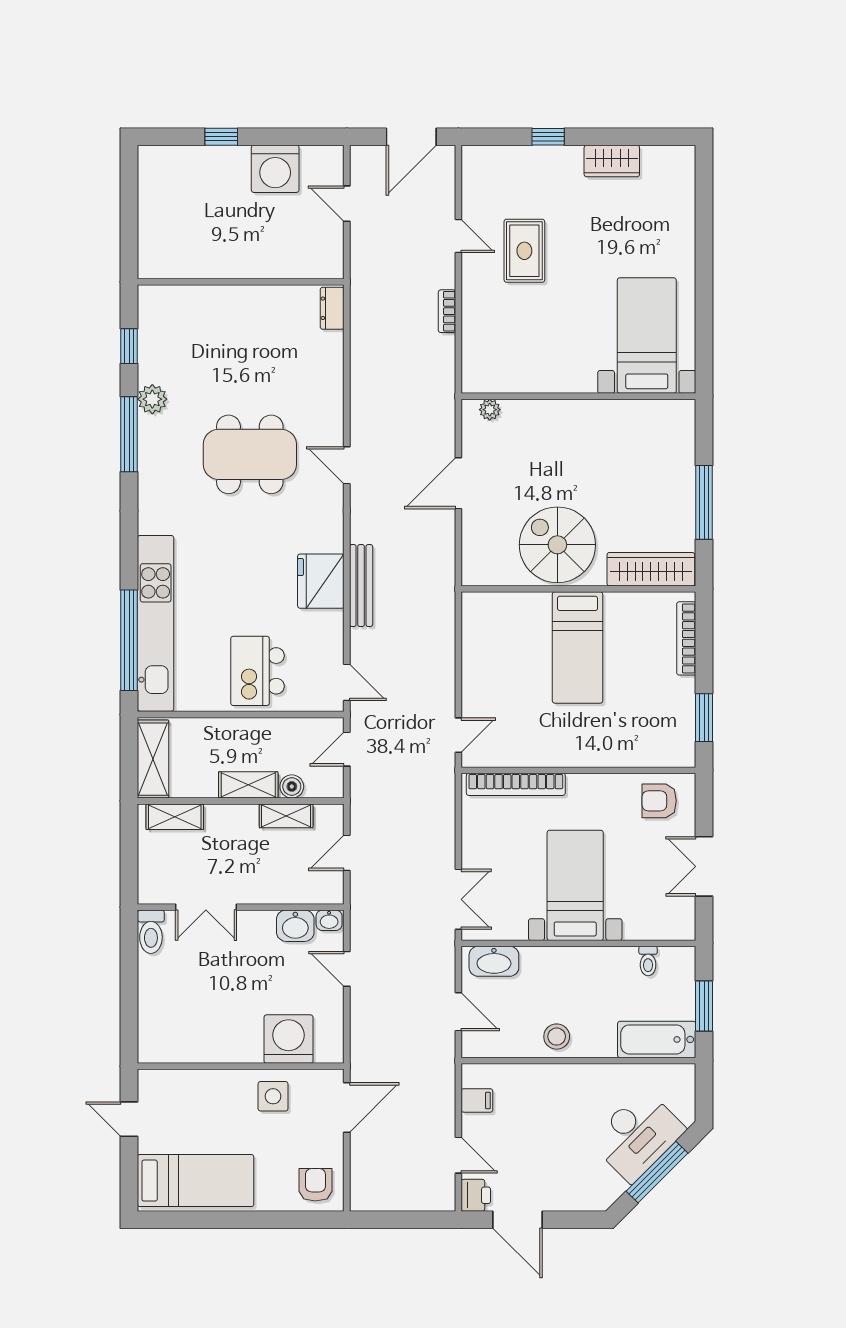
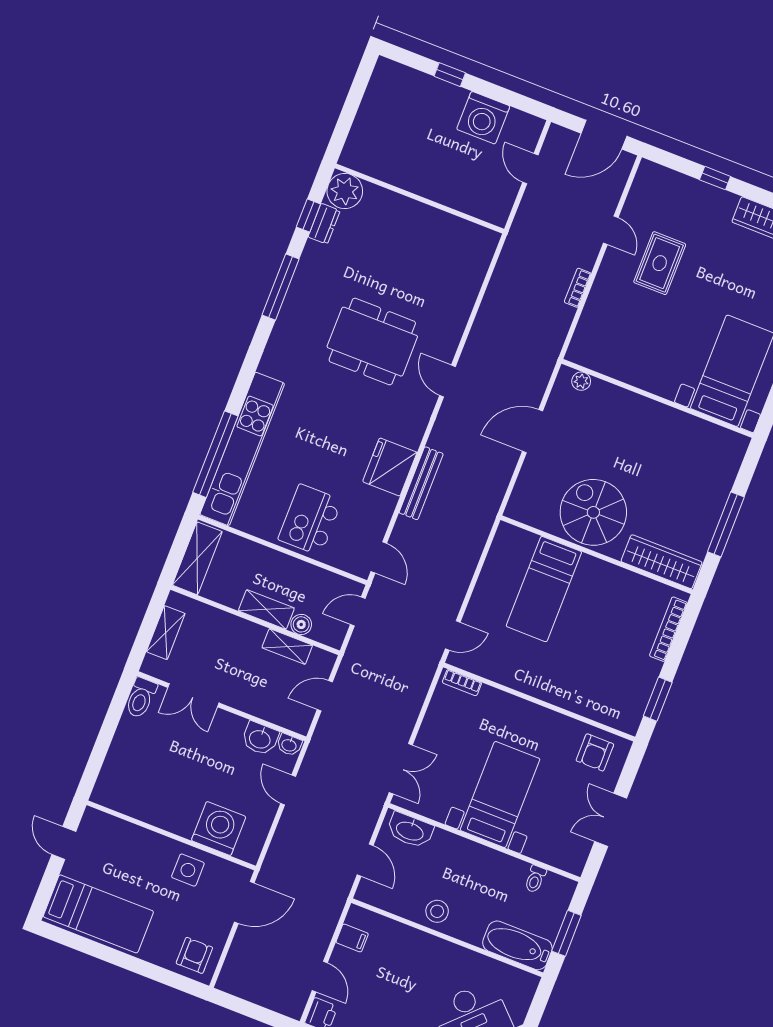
dresser: (332, 308) -> (324, 224), moved, turned 180
plant: (152, 399) -> (345, 191), moved, width x1.36, depth x1.36
bed: (577, 647) -> (544, 589), moved
bookcase: (516, 784) -> (462, 683), width x0.43, depth x0.76
armchair: (659, 801) -> (595, 752), turned -90
shelving: (175, 817) -> (166, 633), moved, turned 90

